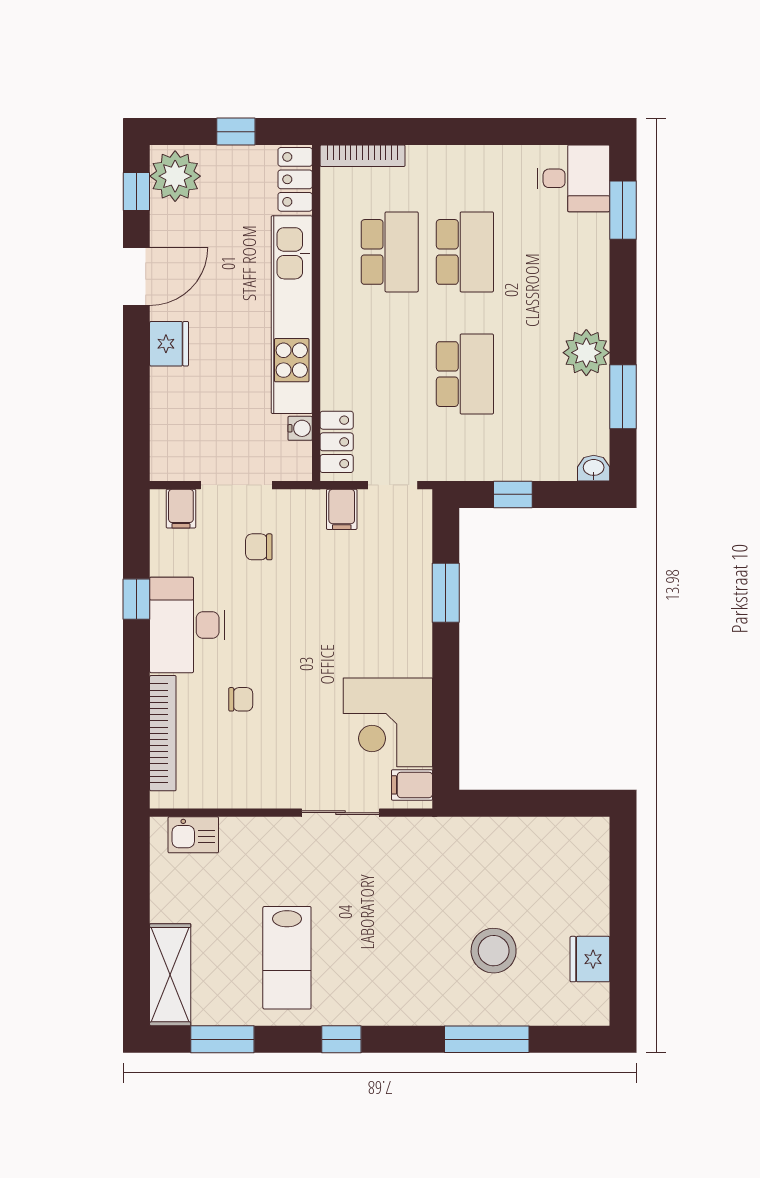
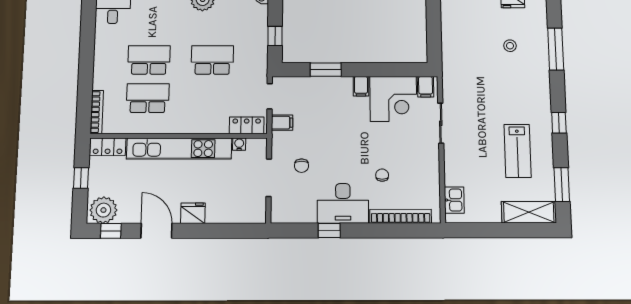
filing cabinet: (181, 509) -> (361, 86), moved, turned 90
stool: (494, 951) -> (510, 46), width x0.53, depth x0.53
lab bench: (287, 958) -> (518, 151), turned 90

